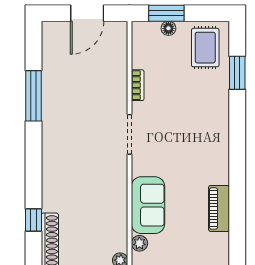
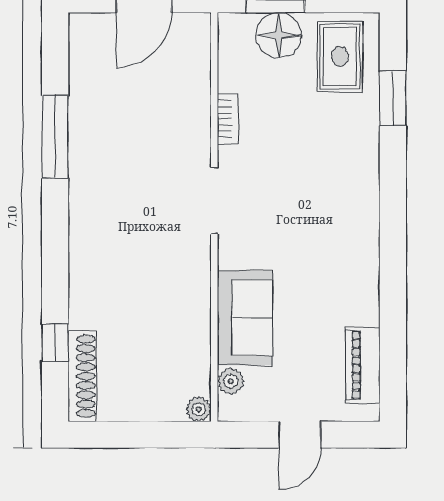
floor lamp: (168, 28) -> (279, 35), width x1.89, depth x1.89
piano: (219, 208) -> (363, 365), moved

